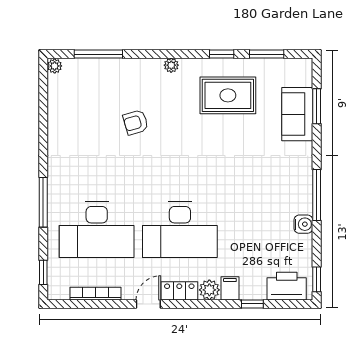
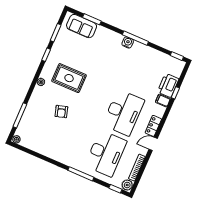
rug: (228, 95) -> (69, 78), moved, turned 90
sofa: (297, 114) -> (82, 26), moved
water cooler: (303, 224) -> (128, 42), moved
printer: (287, 286) -> (168, 85), moved
plant: (209, 290) -> (127, 185), moved
door: (148, 304) -> (153, 144), hinge flipped

